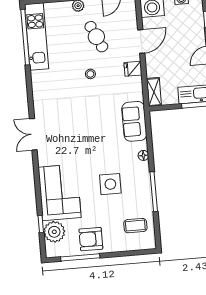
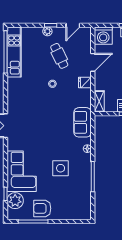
coffee table: (135, 226) -> (77, 201), removed

